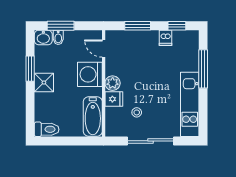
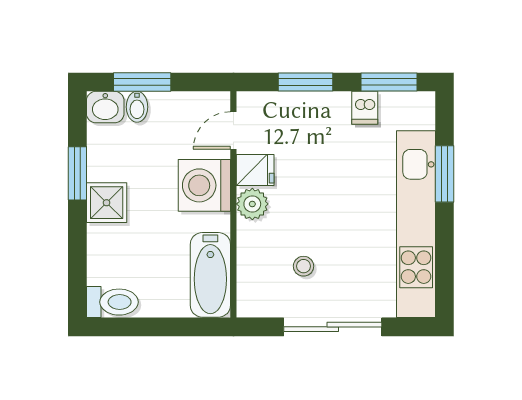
window: (177, 26) -> (389, 82), width x1.50
door: (104, 48) -> (233, 130), hinge flipped
window: (203, 69) -> (445, 174), width x0.69
fridge: (114, 99) -> (255, 170), moved
kitchen unit: (190, 104) -> (416, 224), width x1.36

